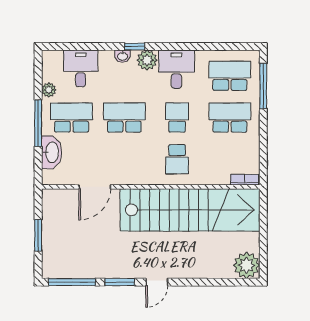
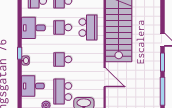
plant: (147, 60) -> (28, 46), removed
school desk: (124, 118) -> (63, 59), width x0.54
school desk: (177, 159) -> (88, 27), width x1.85

